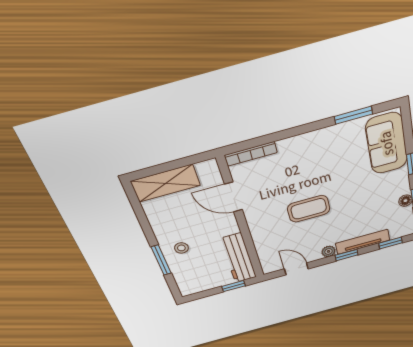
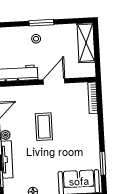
door: (233, 197) -> (54, 81), moved
window: (161, 260) -> (41, 23), moved

